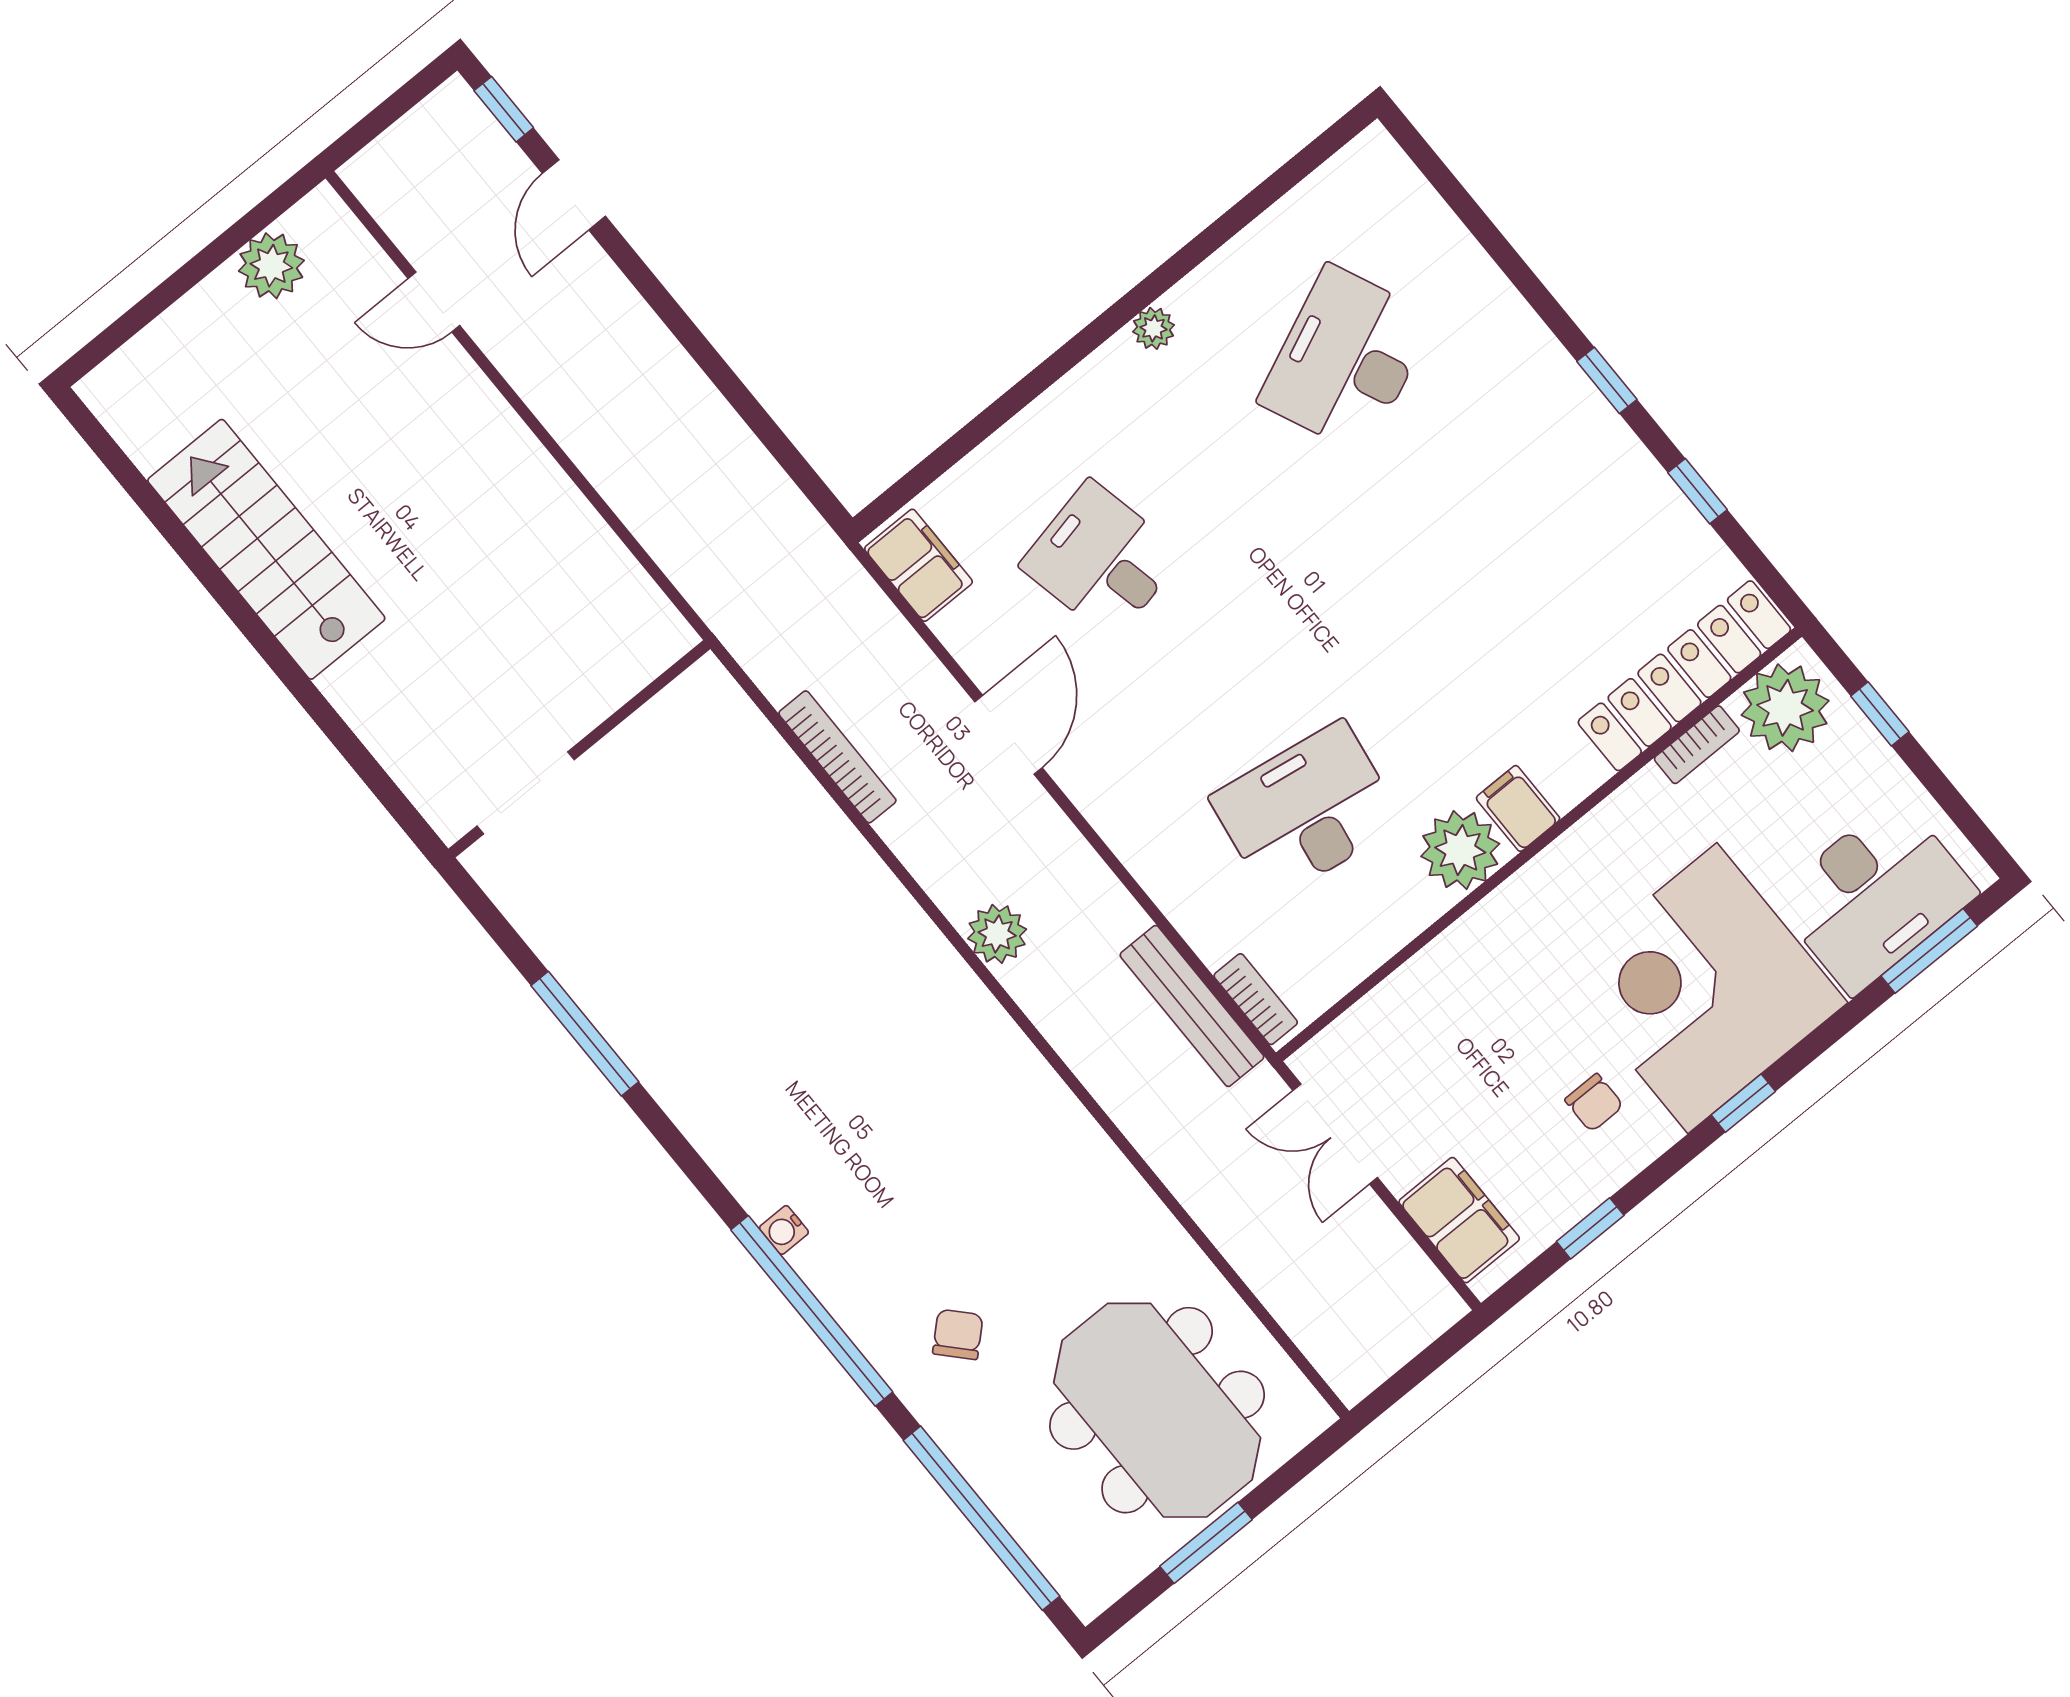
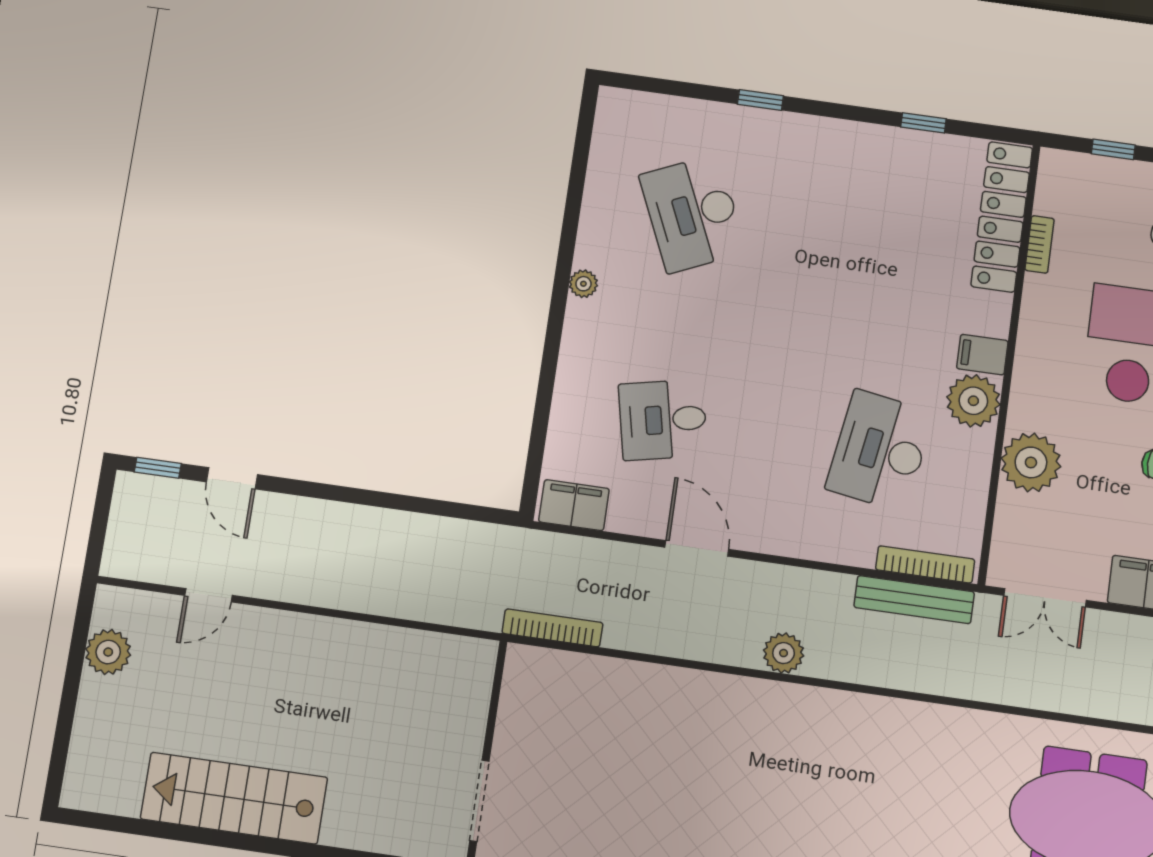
window: (1607, 380) -> (760, 100), moved
plant: (1785, 708) -> (1031, 462), moved
bookcase: (837, 757) -> (552, 628), moved
bookcase: (1256, 999) -> (925, 564), width x1.56

